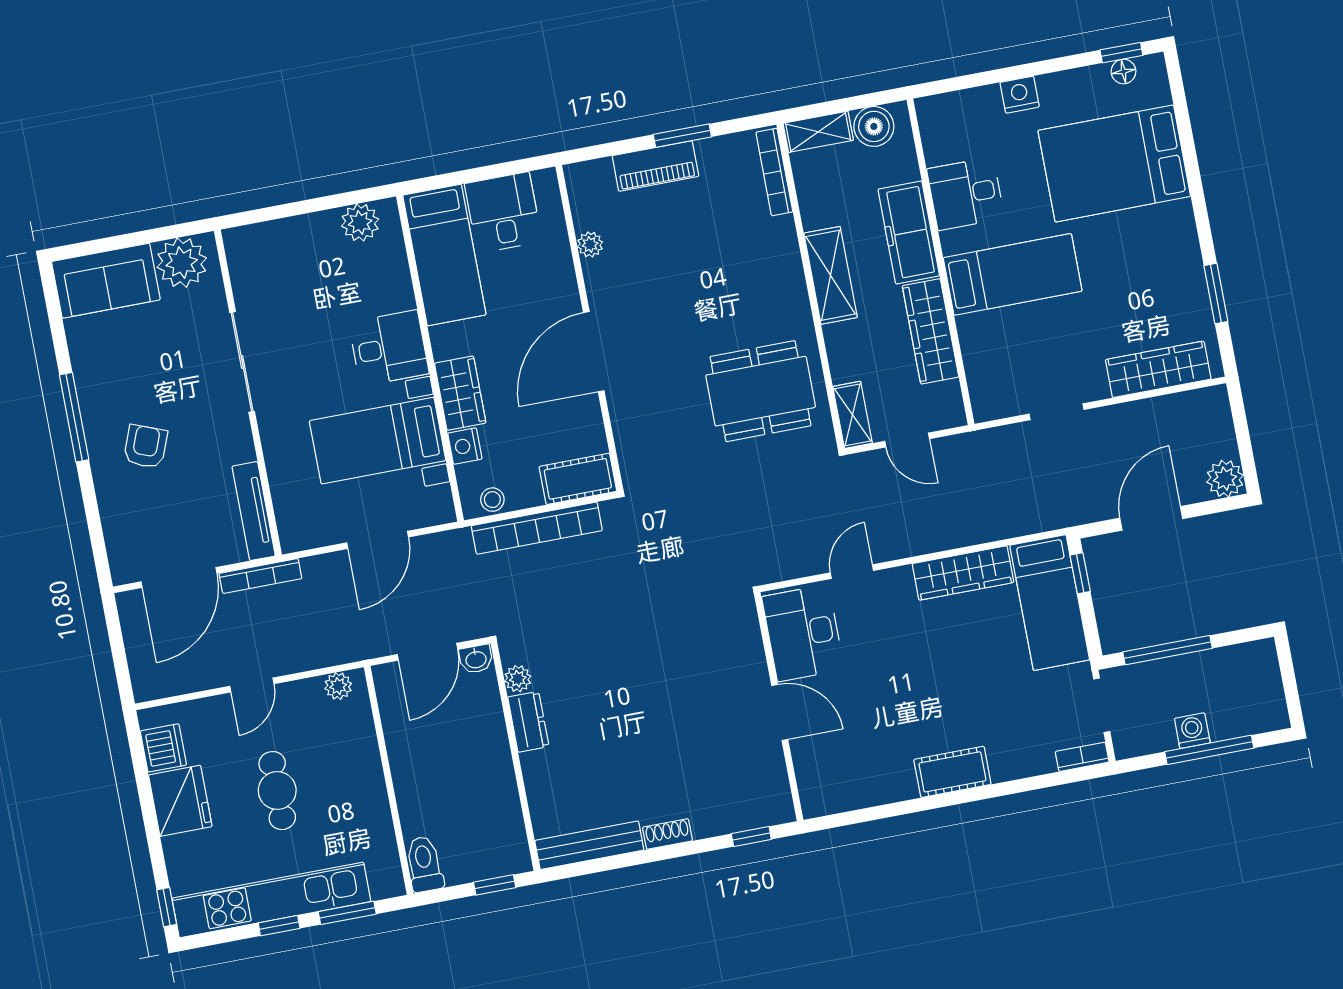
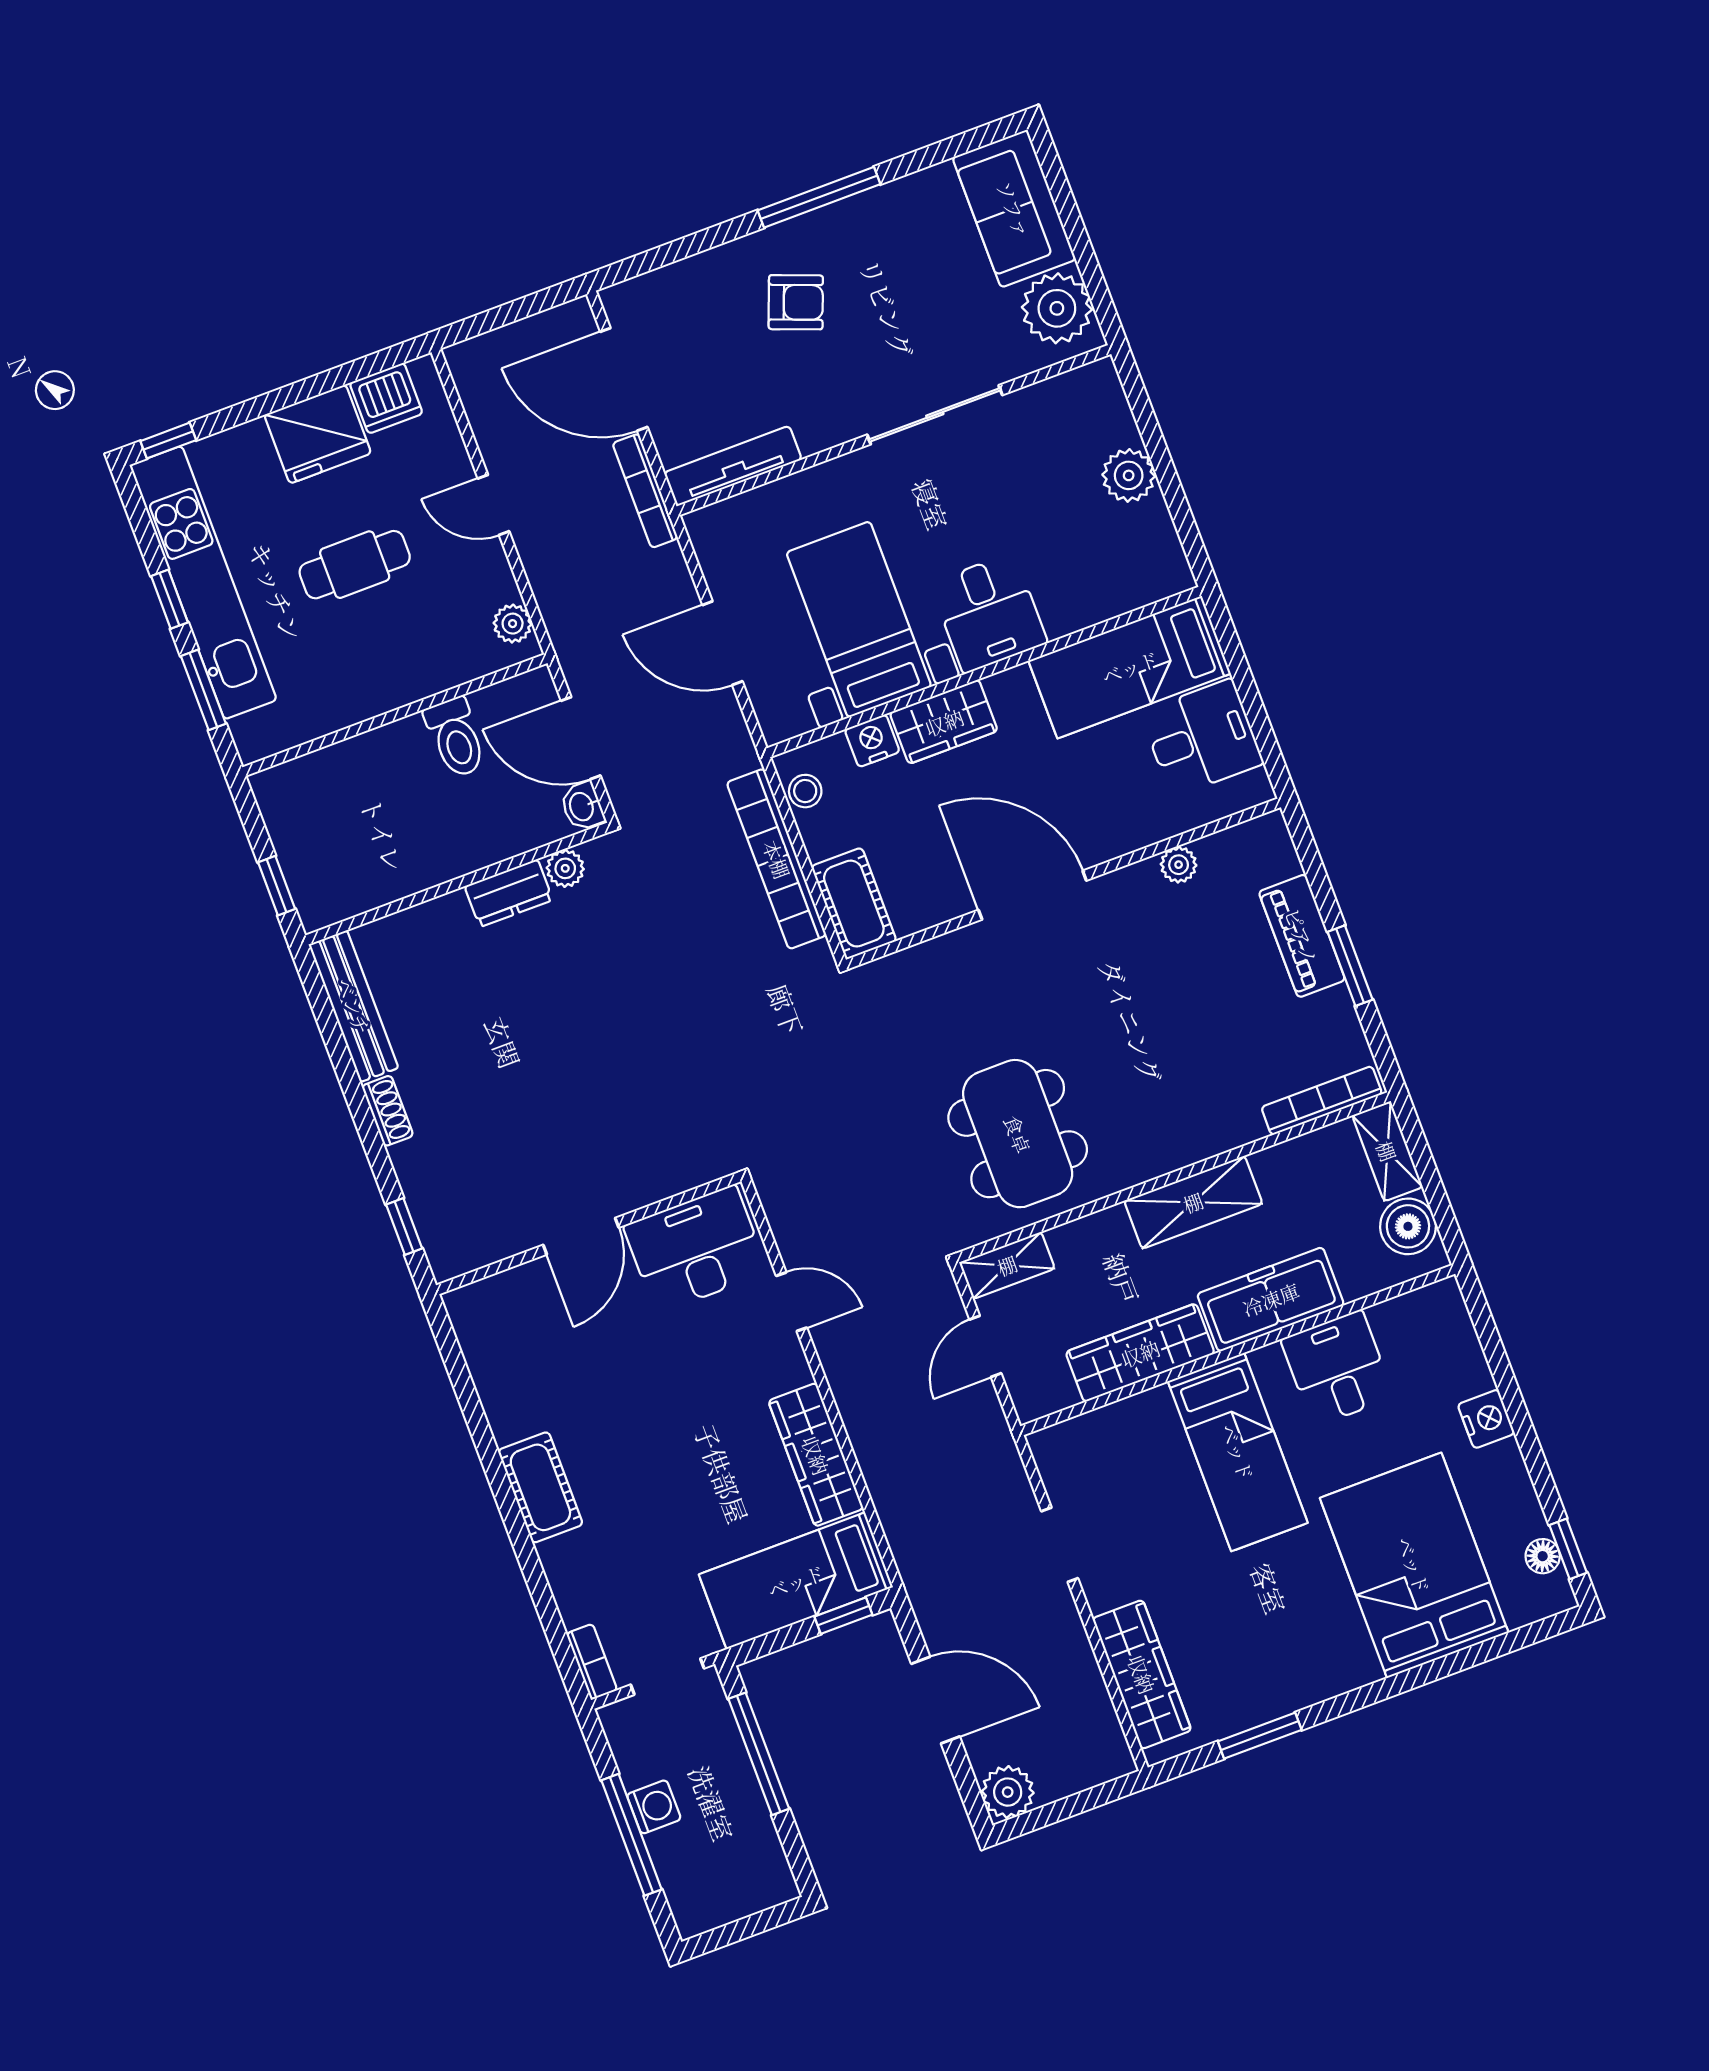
plant: (360, 223) -> (1129, 475), moved
toilet: (424, 864) -> (456, 737), moved, turned 90

